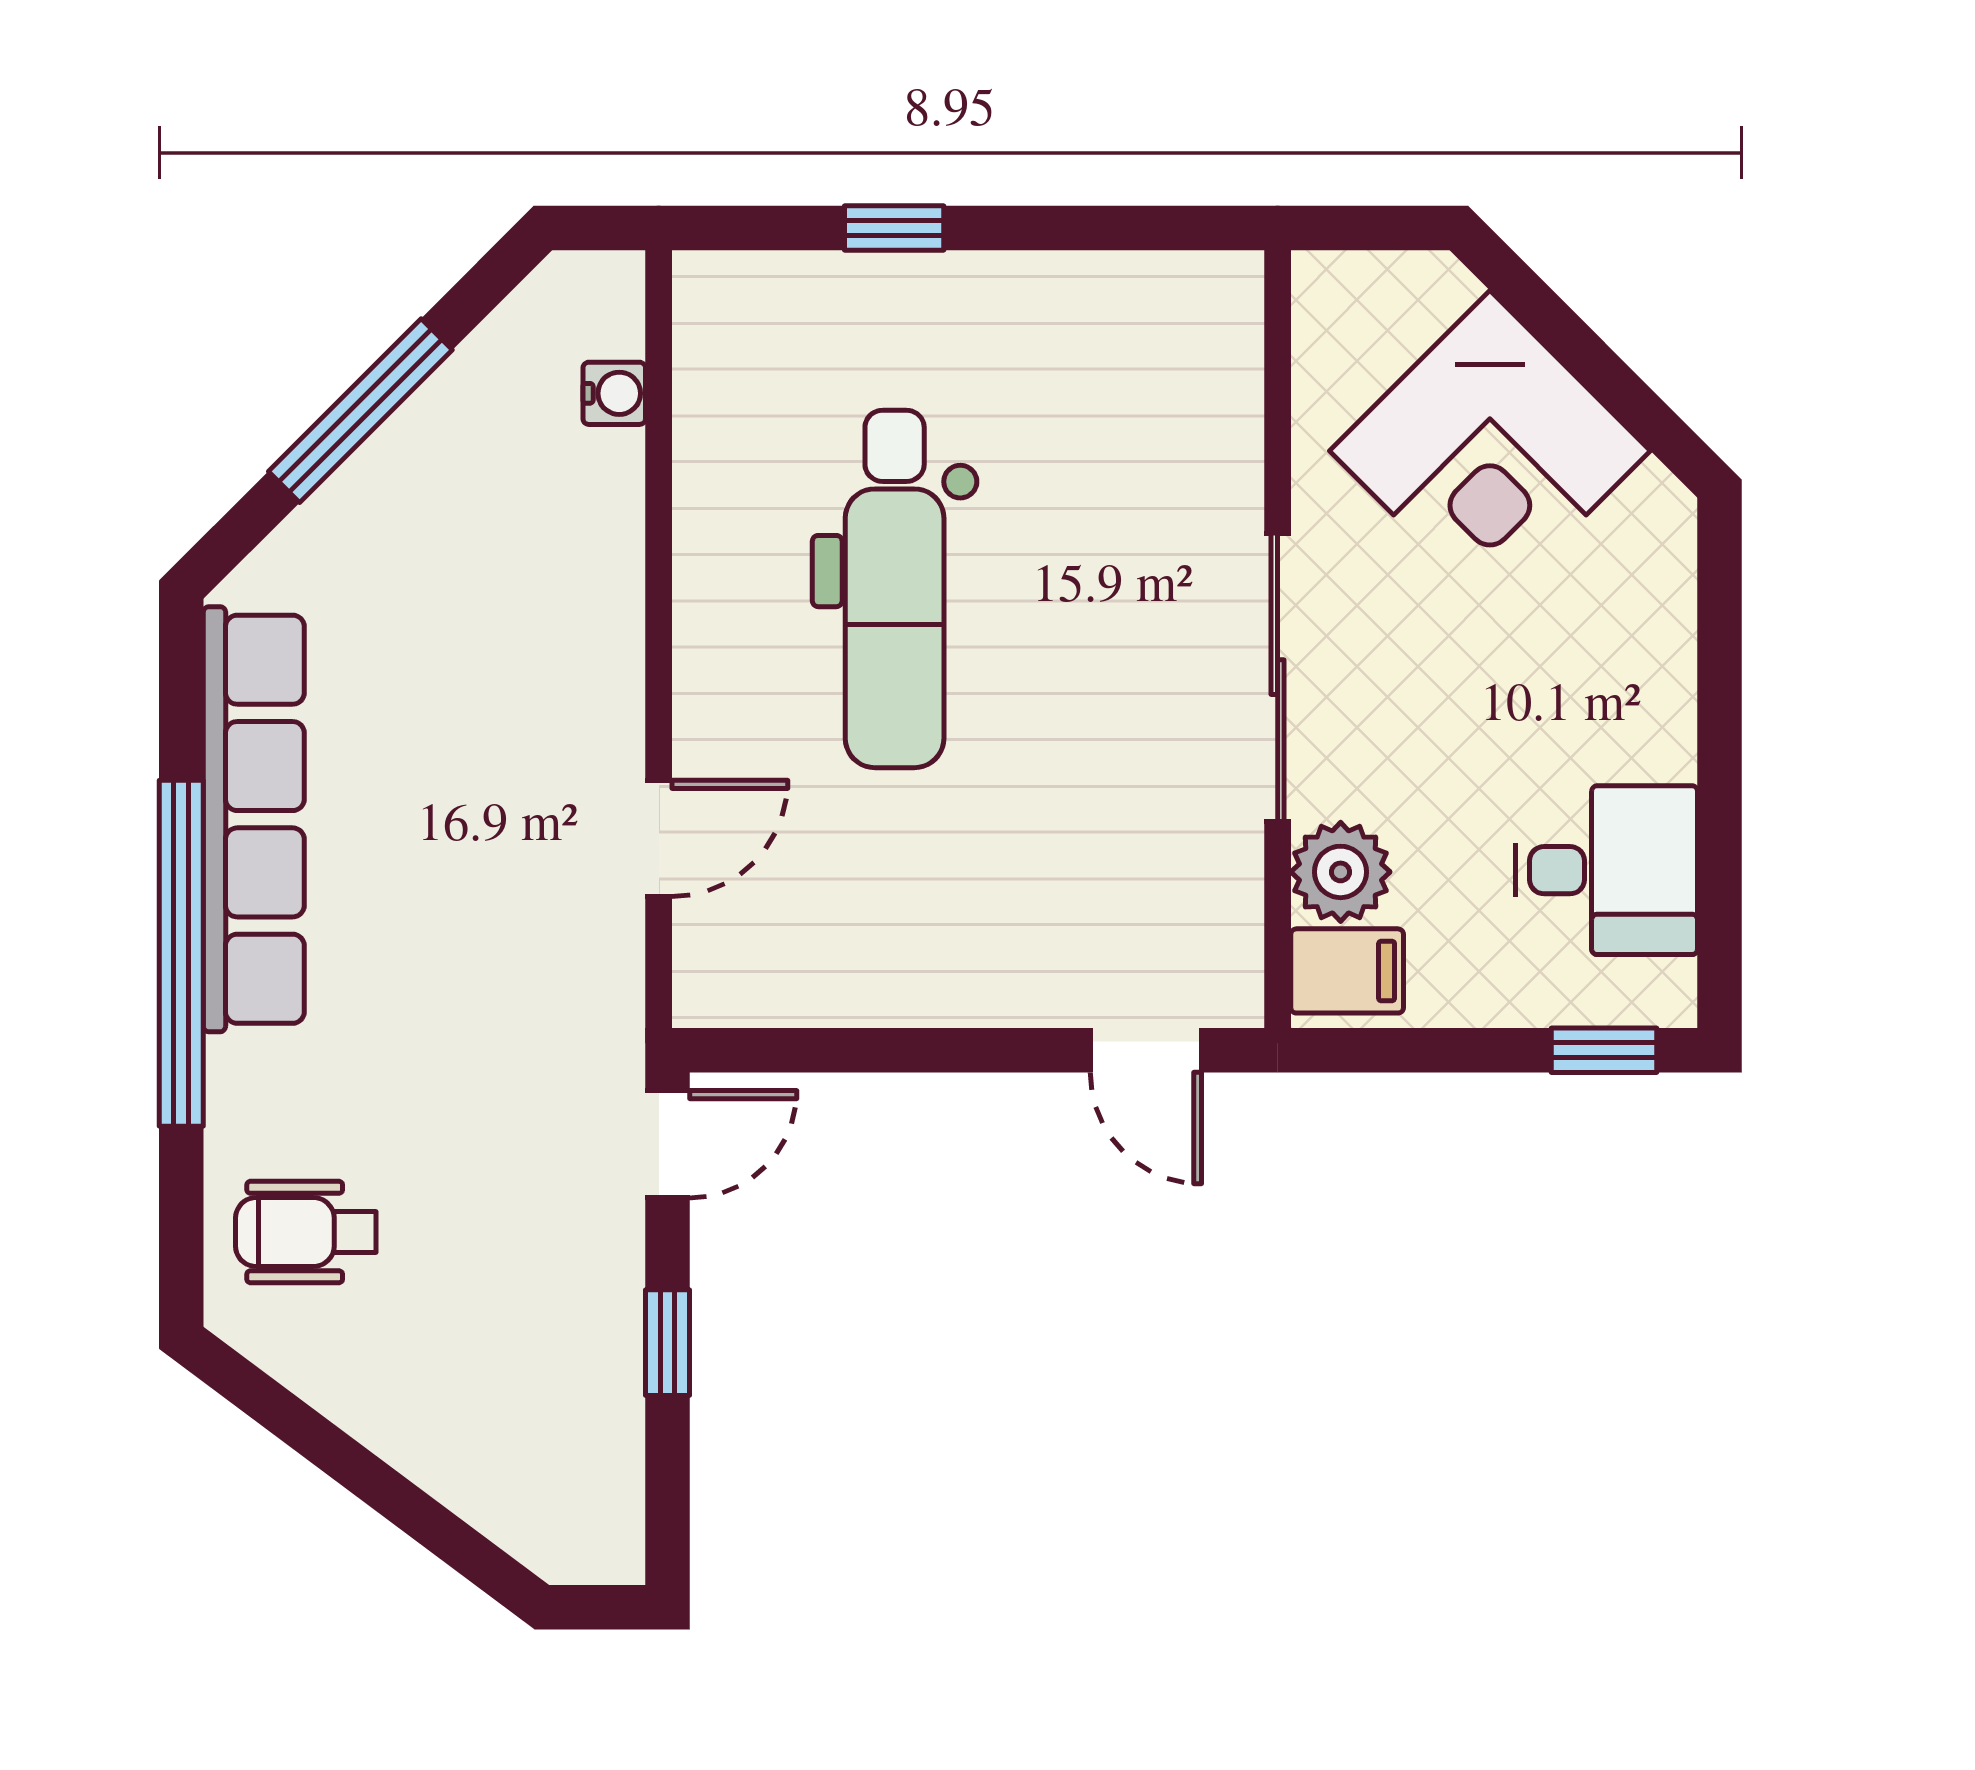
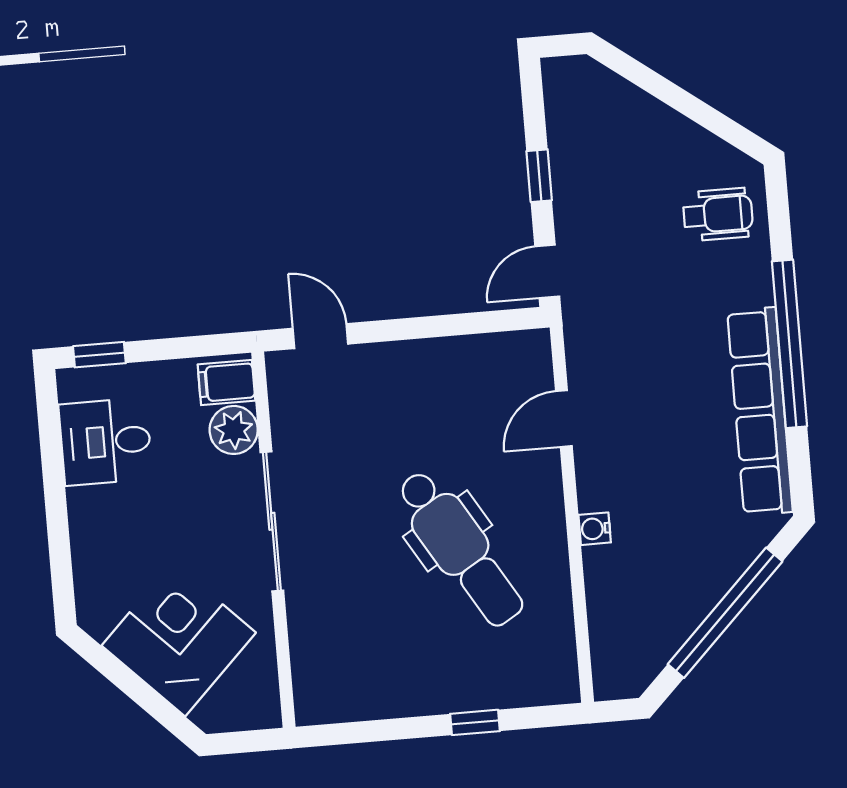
water cooler: (614, 393) -> (595, 529), moved
window: (360, 411) -> (725, 613), width x1.46
dental chair: (895, 589) -> (460, 548), turned 149

